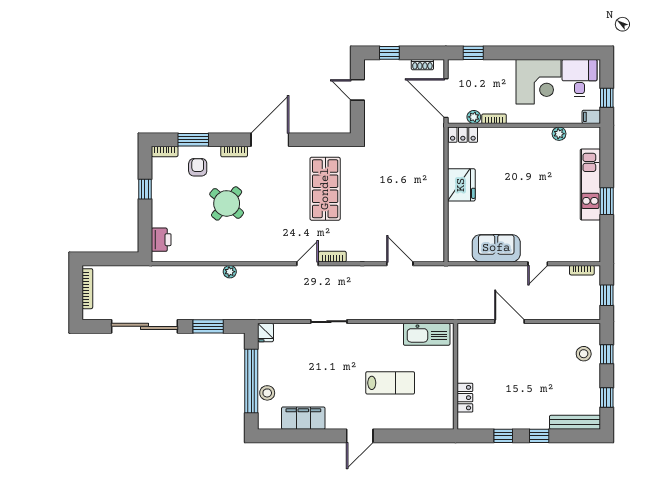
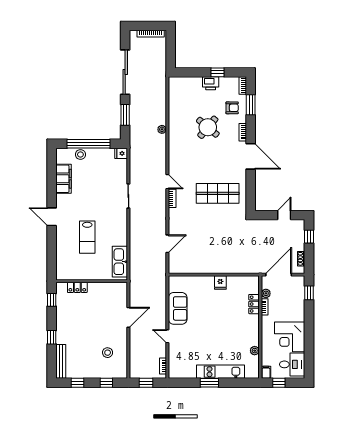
locker: (463, 135) -> (254, 304), moved
fridge: (461, 185) -> (220, 283), width x0.53, depth x0.75
printer: (161, 240) -> (211, 83), moved
stool: (584, 354) -> (108, 353), moved
window: (503, 436) -> (52, 300), moved

